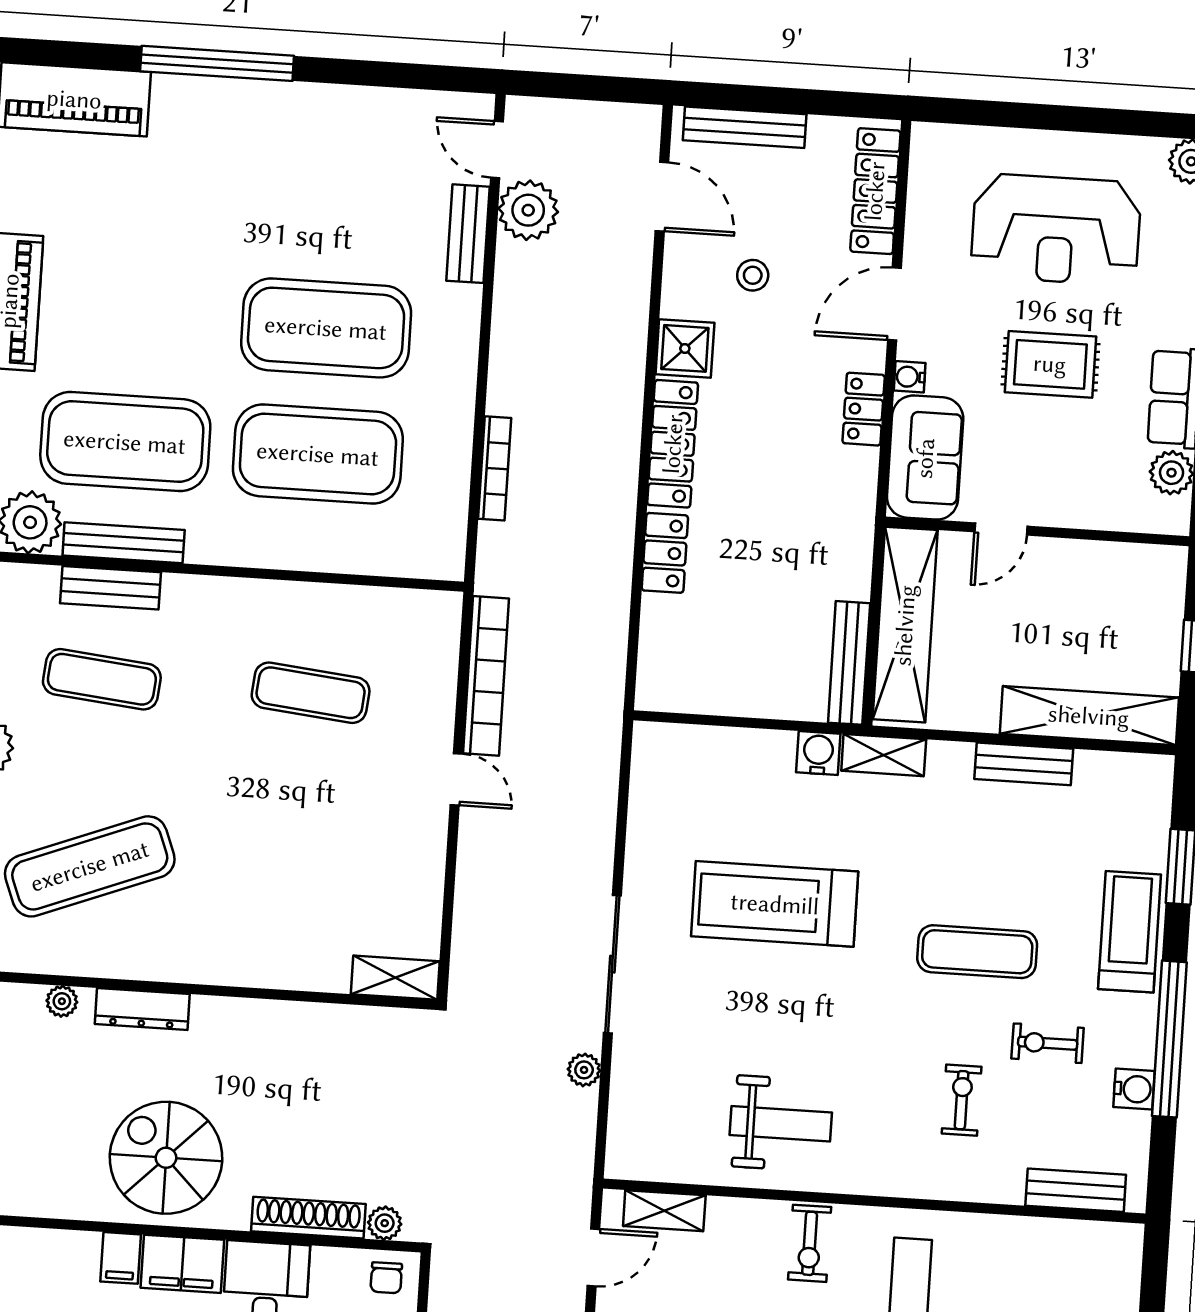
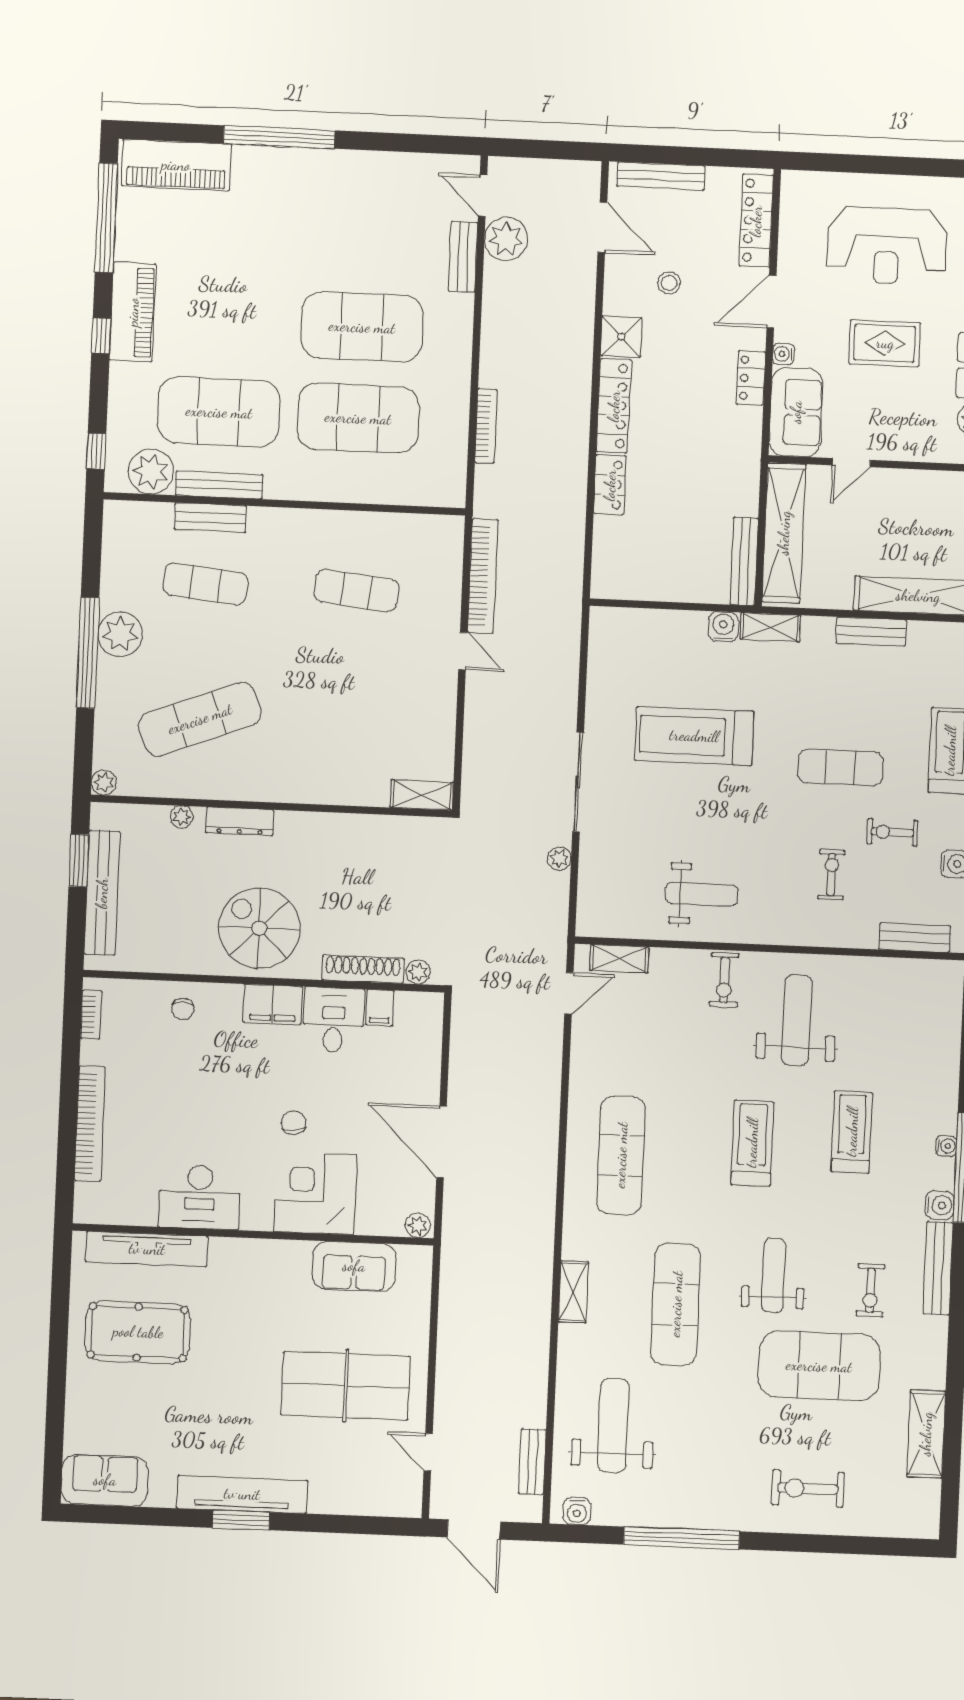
filing cabinet: (121, 1258) -> (380, 1008), moved
chair: (386, 1278) -> (183, 1009), moved

